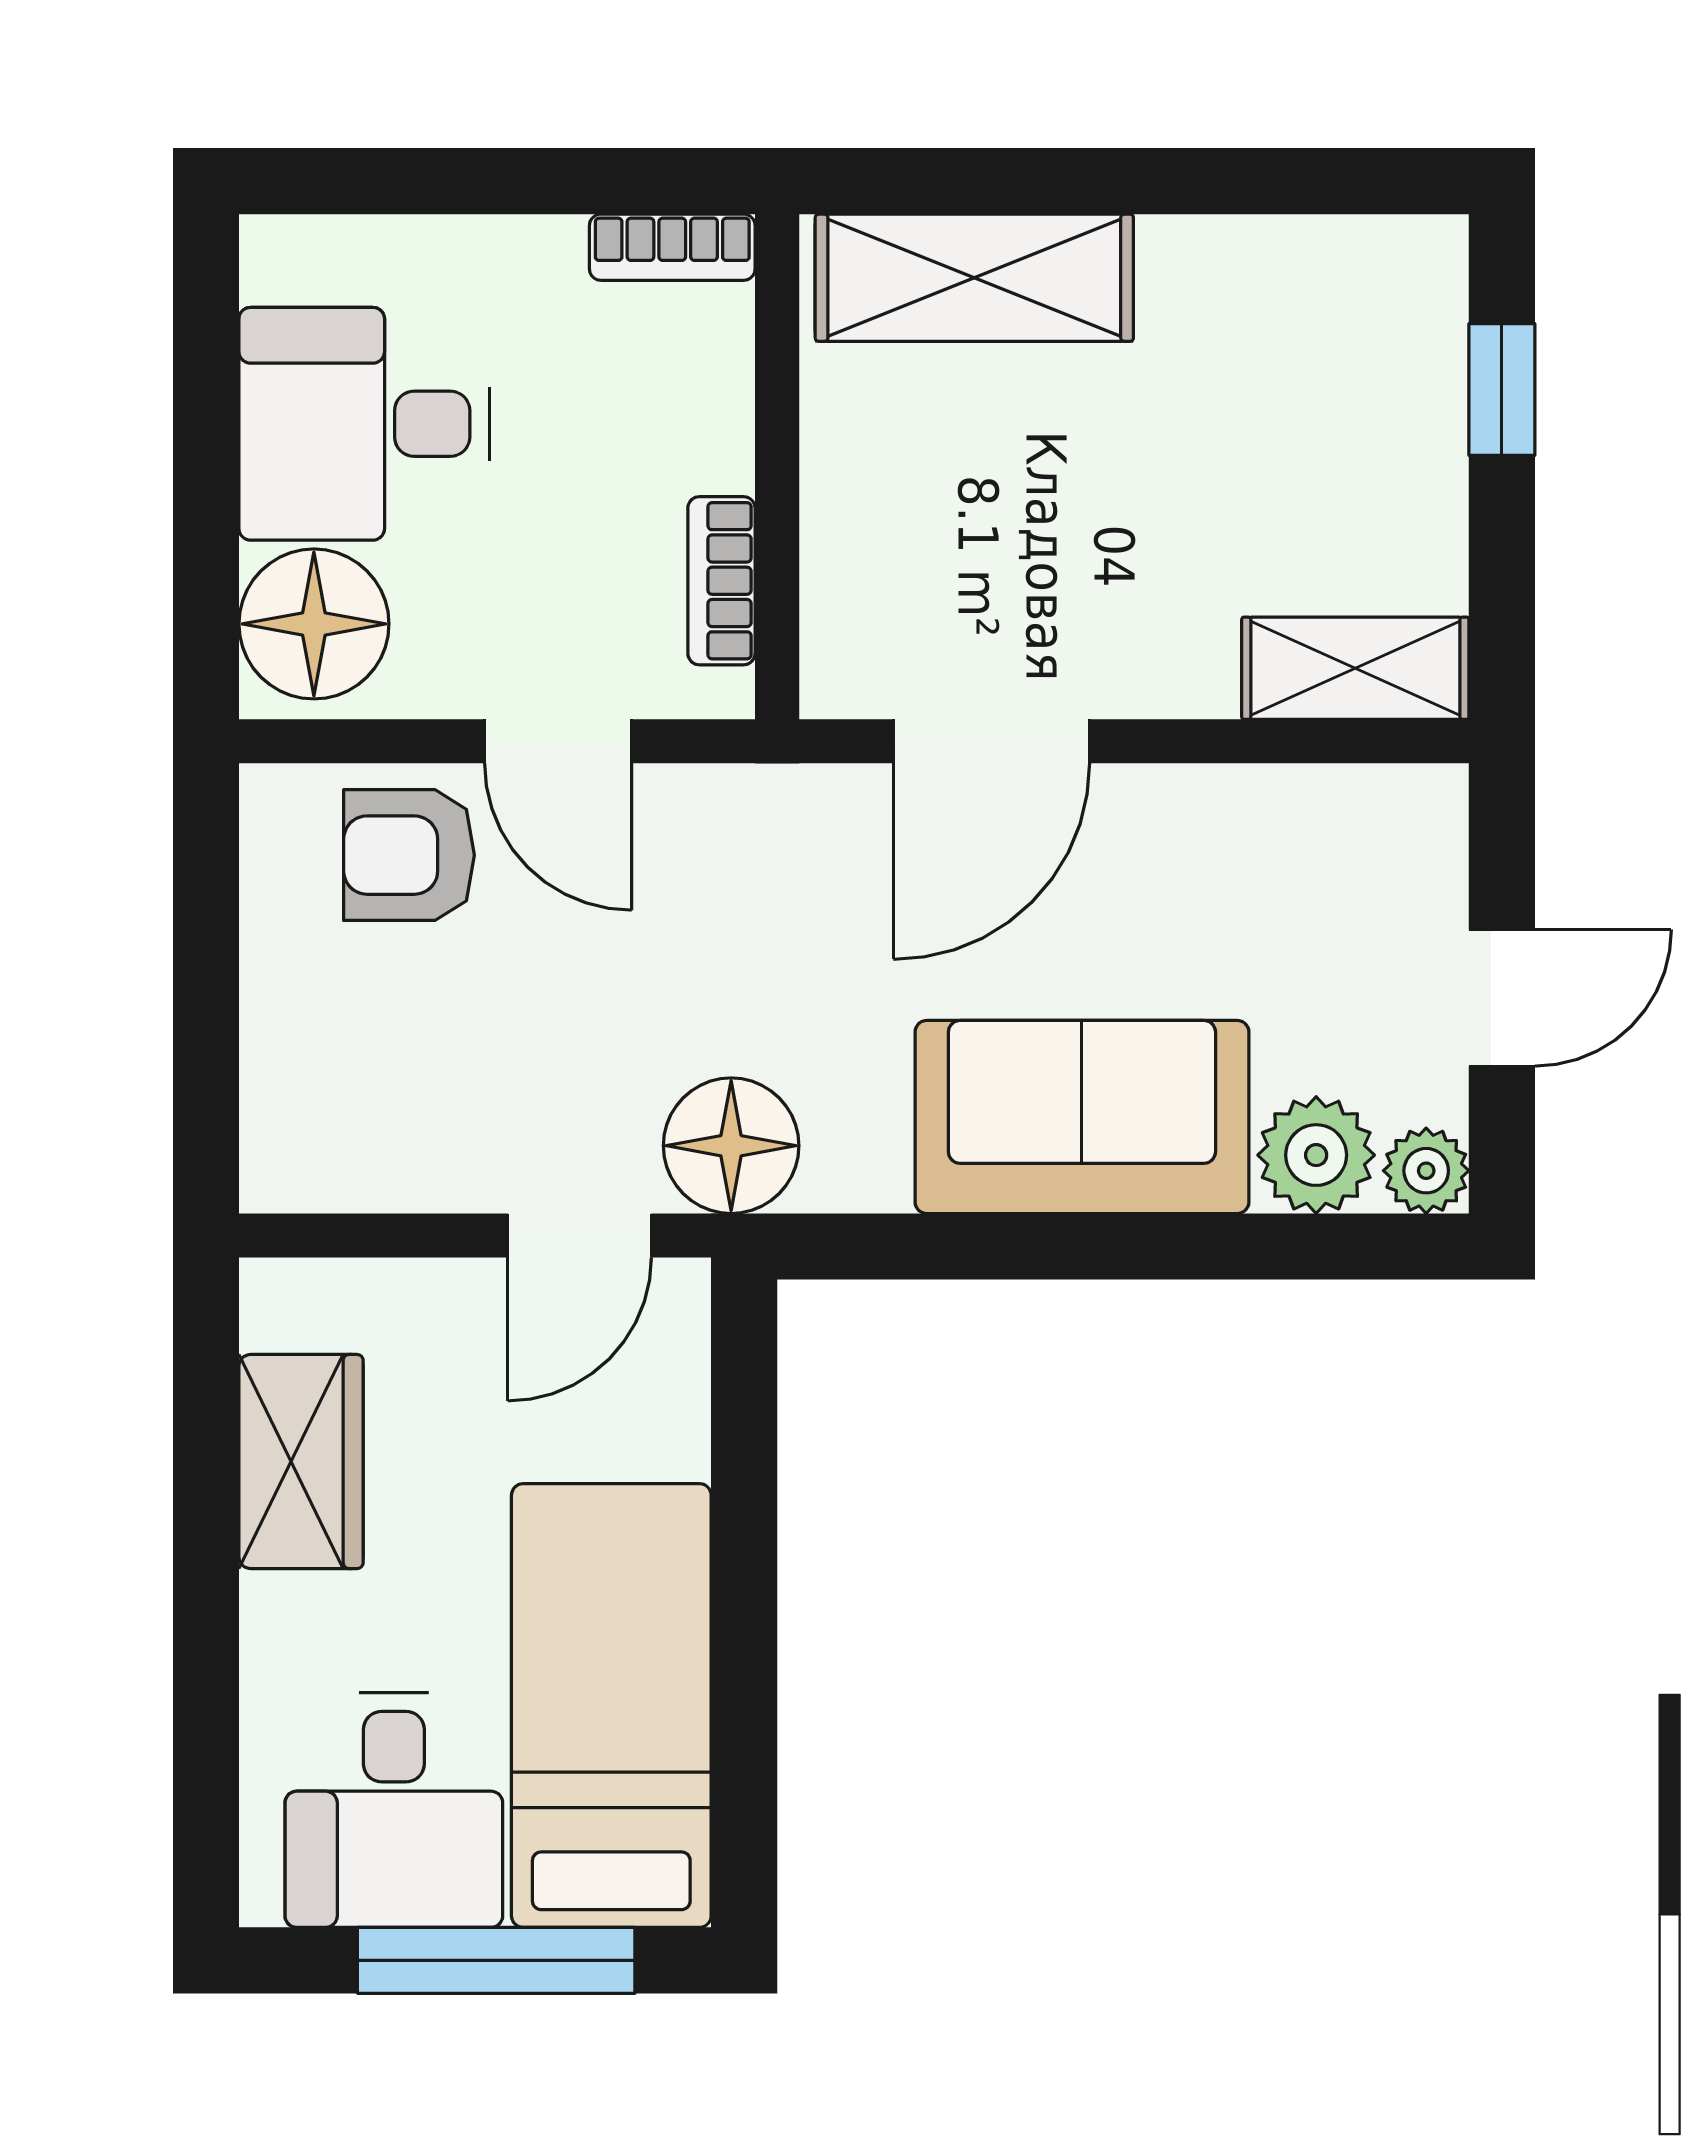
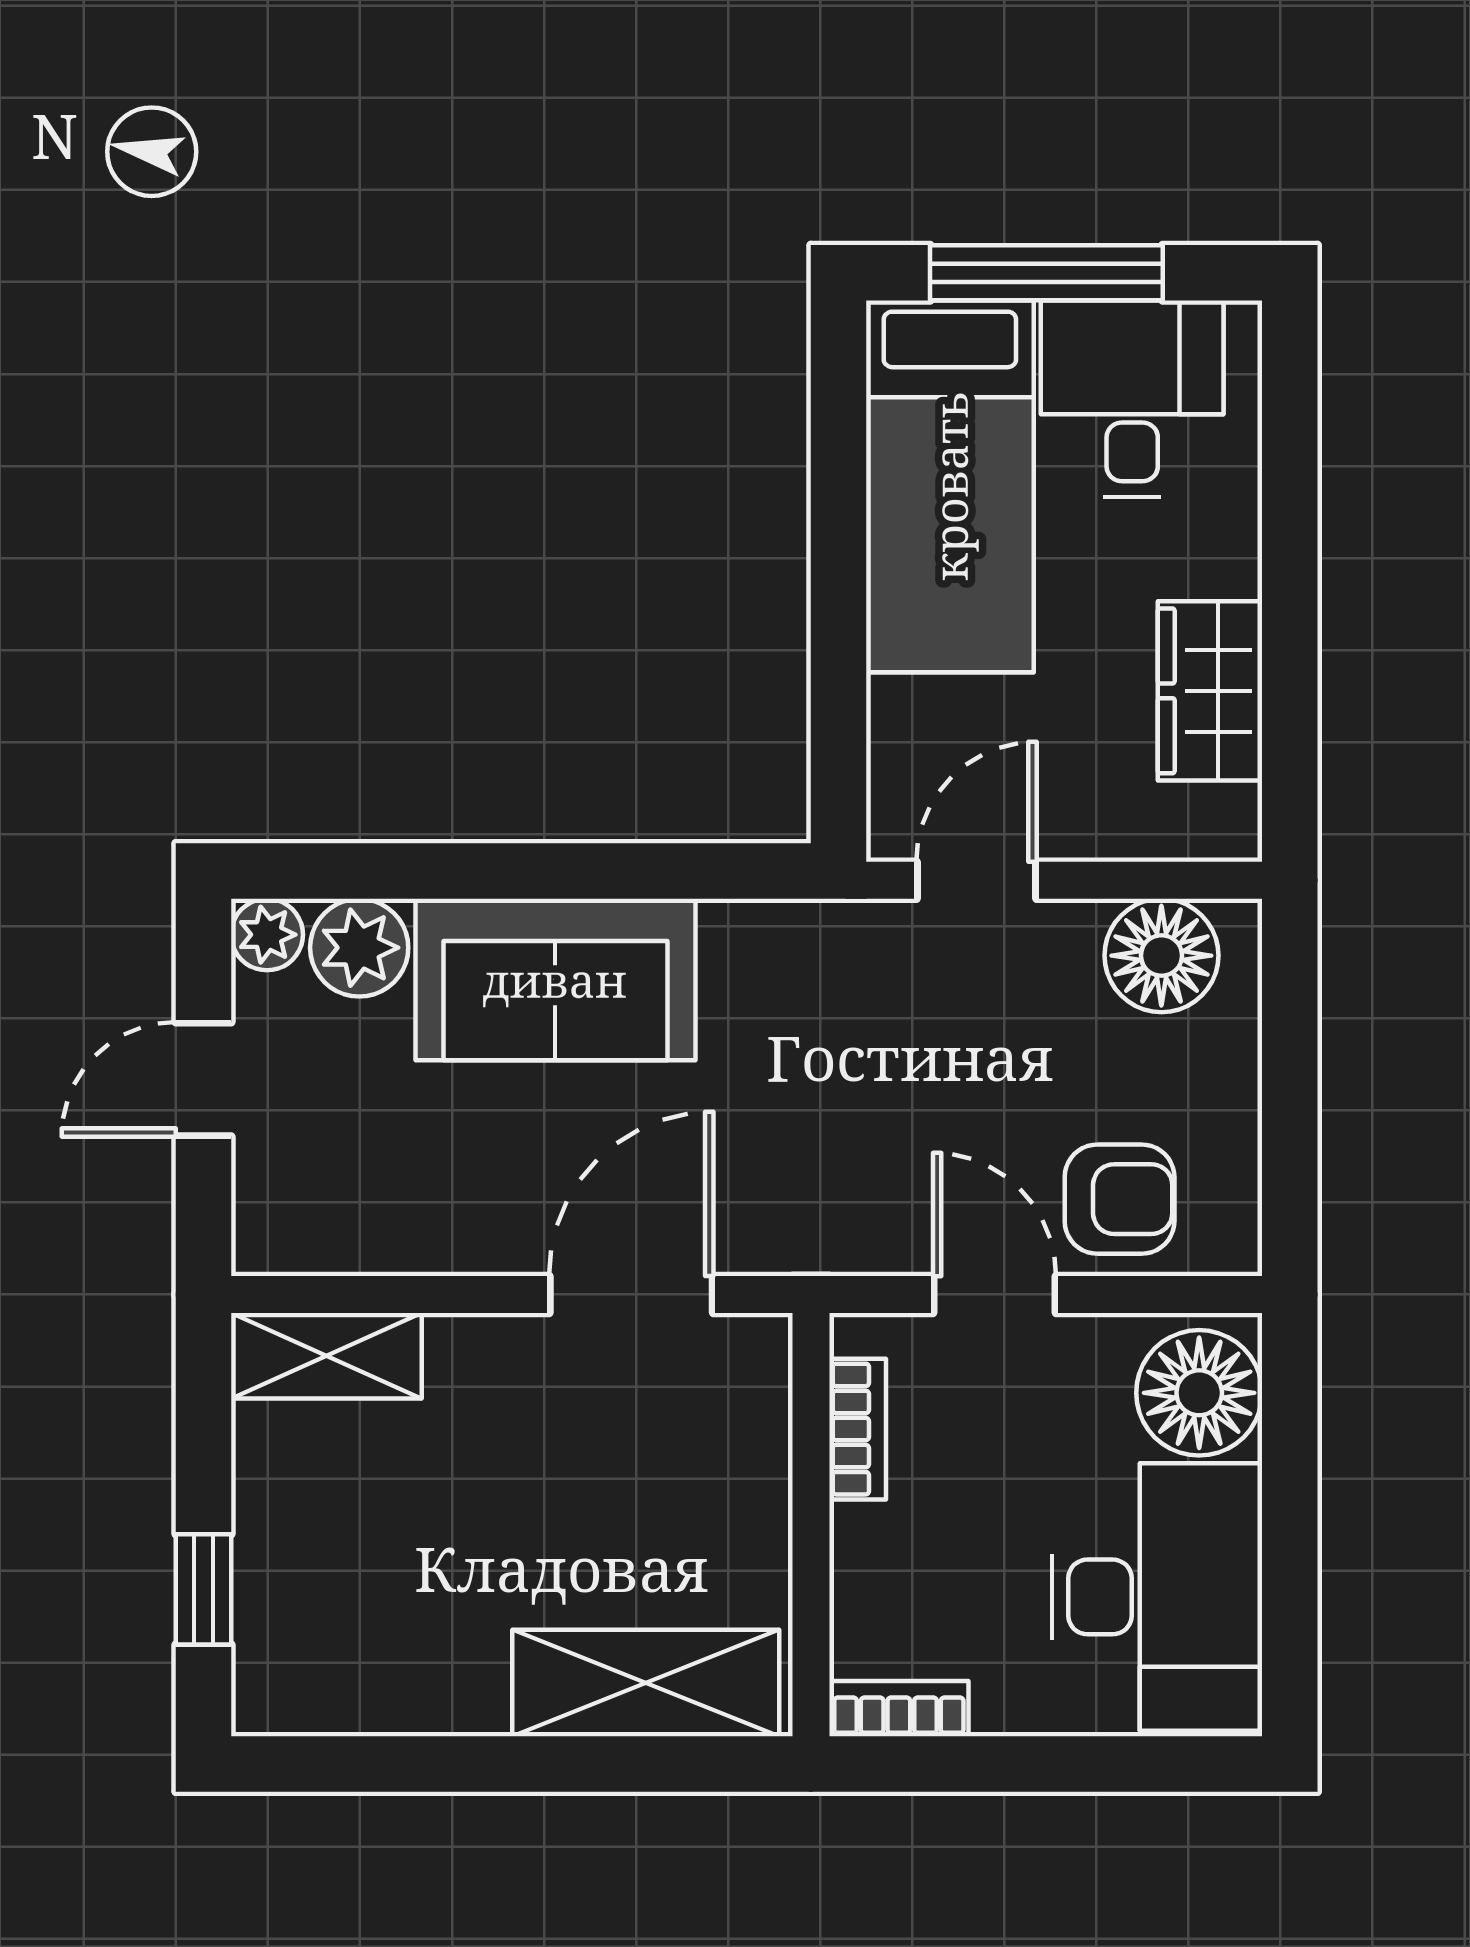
desk: (364, 424) -> (1157, 1597), width x1.37
floor lamp: (731, 1146) -> (1161, 956), moved

